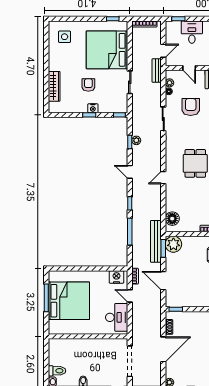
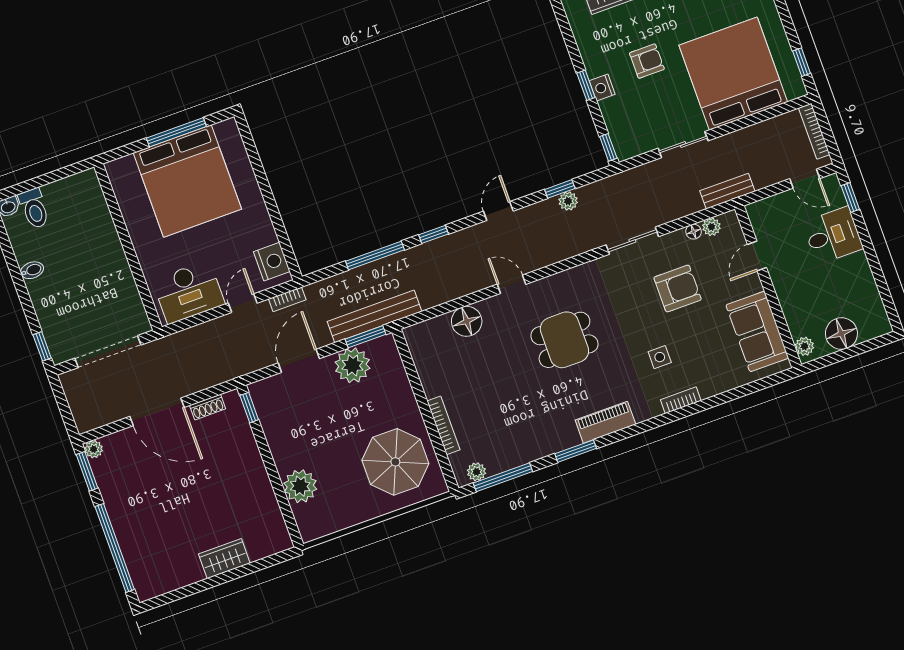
door: (163, 51) -> (805, 179), moved
floor lamp: (172, 219) -> (467, 321), moved
plant: (173, 244) -> (352, 365), moved

